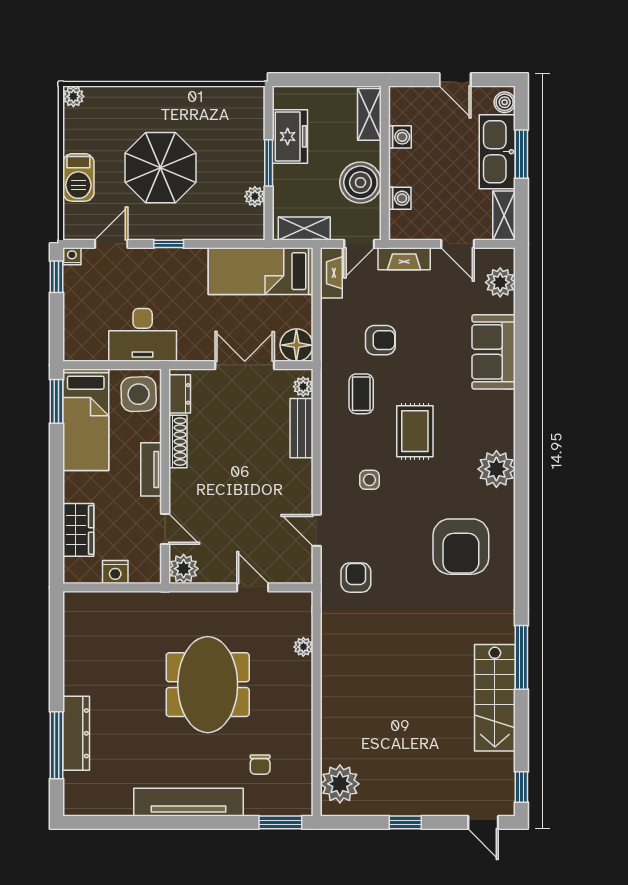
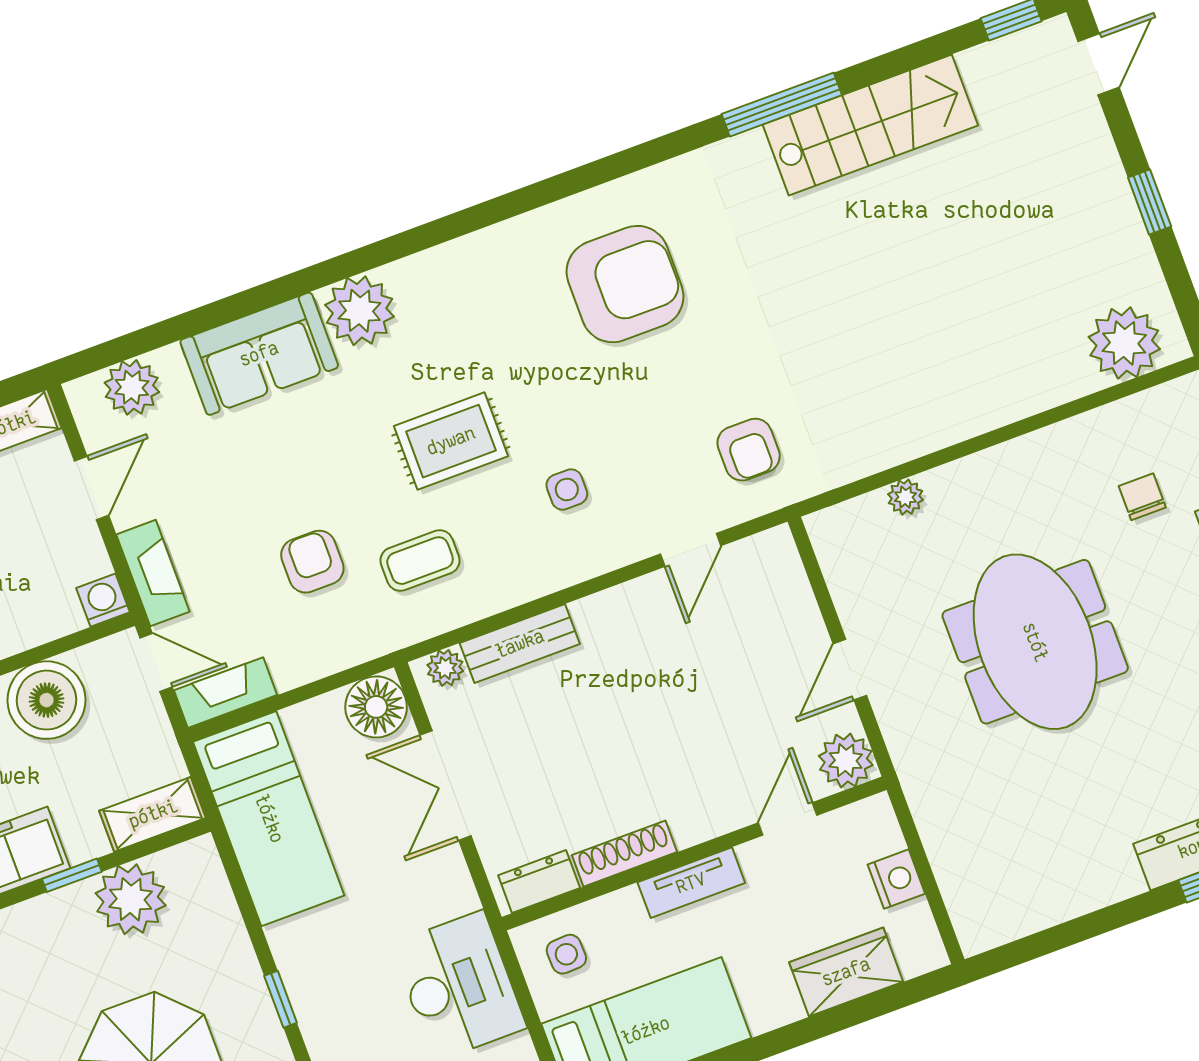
window: (269, 163) -> (72, 875), width x0.67
plant: (255, 196) -> (131, 899), width x1.87, depth x1.87
washing machine: (400, 198) -> (103, 600), moved
shelving: (304, 228) -> (153, 814), moved, turned 90
side table: (139, 394) -> (566, 954), width x0.54, depth x0.54
plant: (496, 469) -> (360, 311), moved
armchair: (356, 578) -> (749, 450), turned -90
door: (253, 587) -> (850, 670), moved
meeting table: (208, 685) -> (1035, 642), turned 90
chair: (260, 765) -> (1142, 497), turned -90

